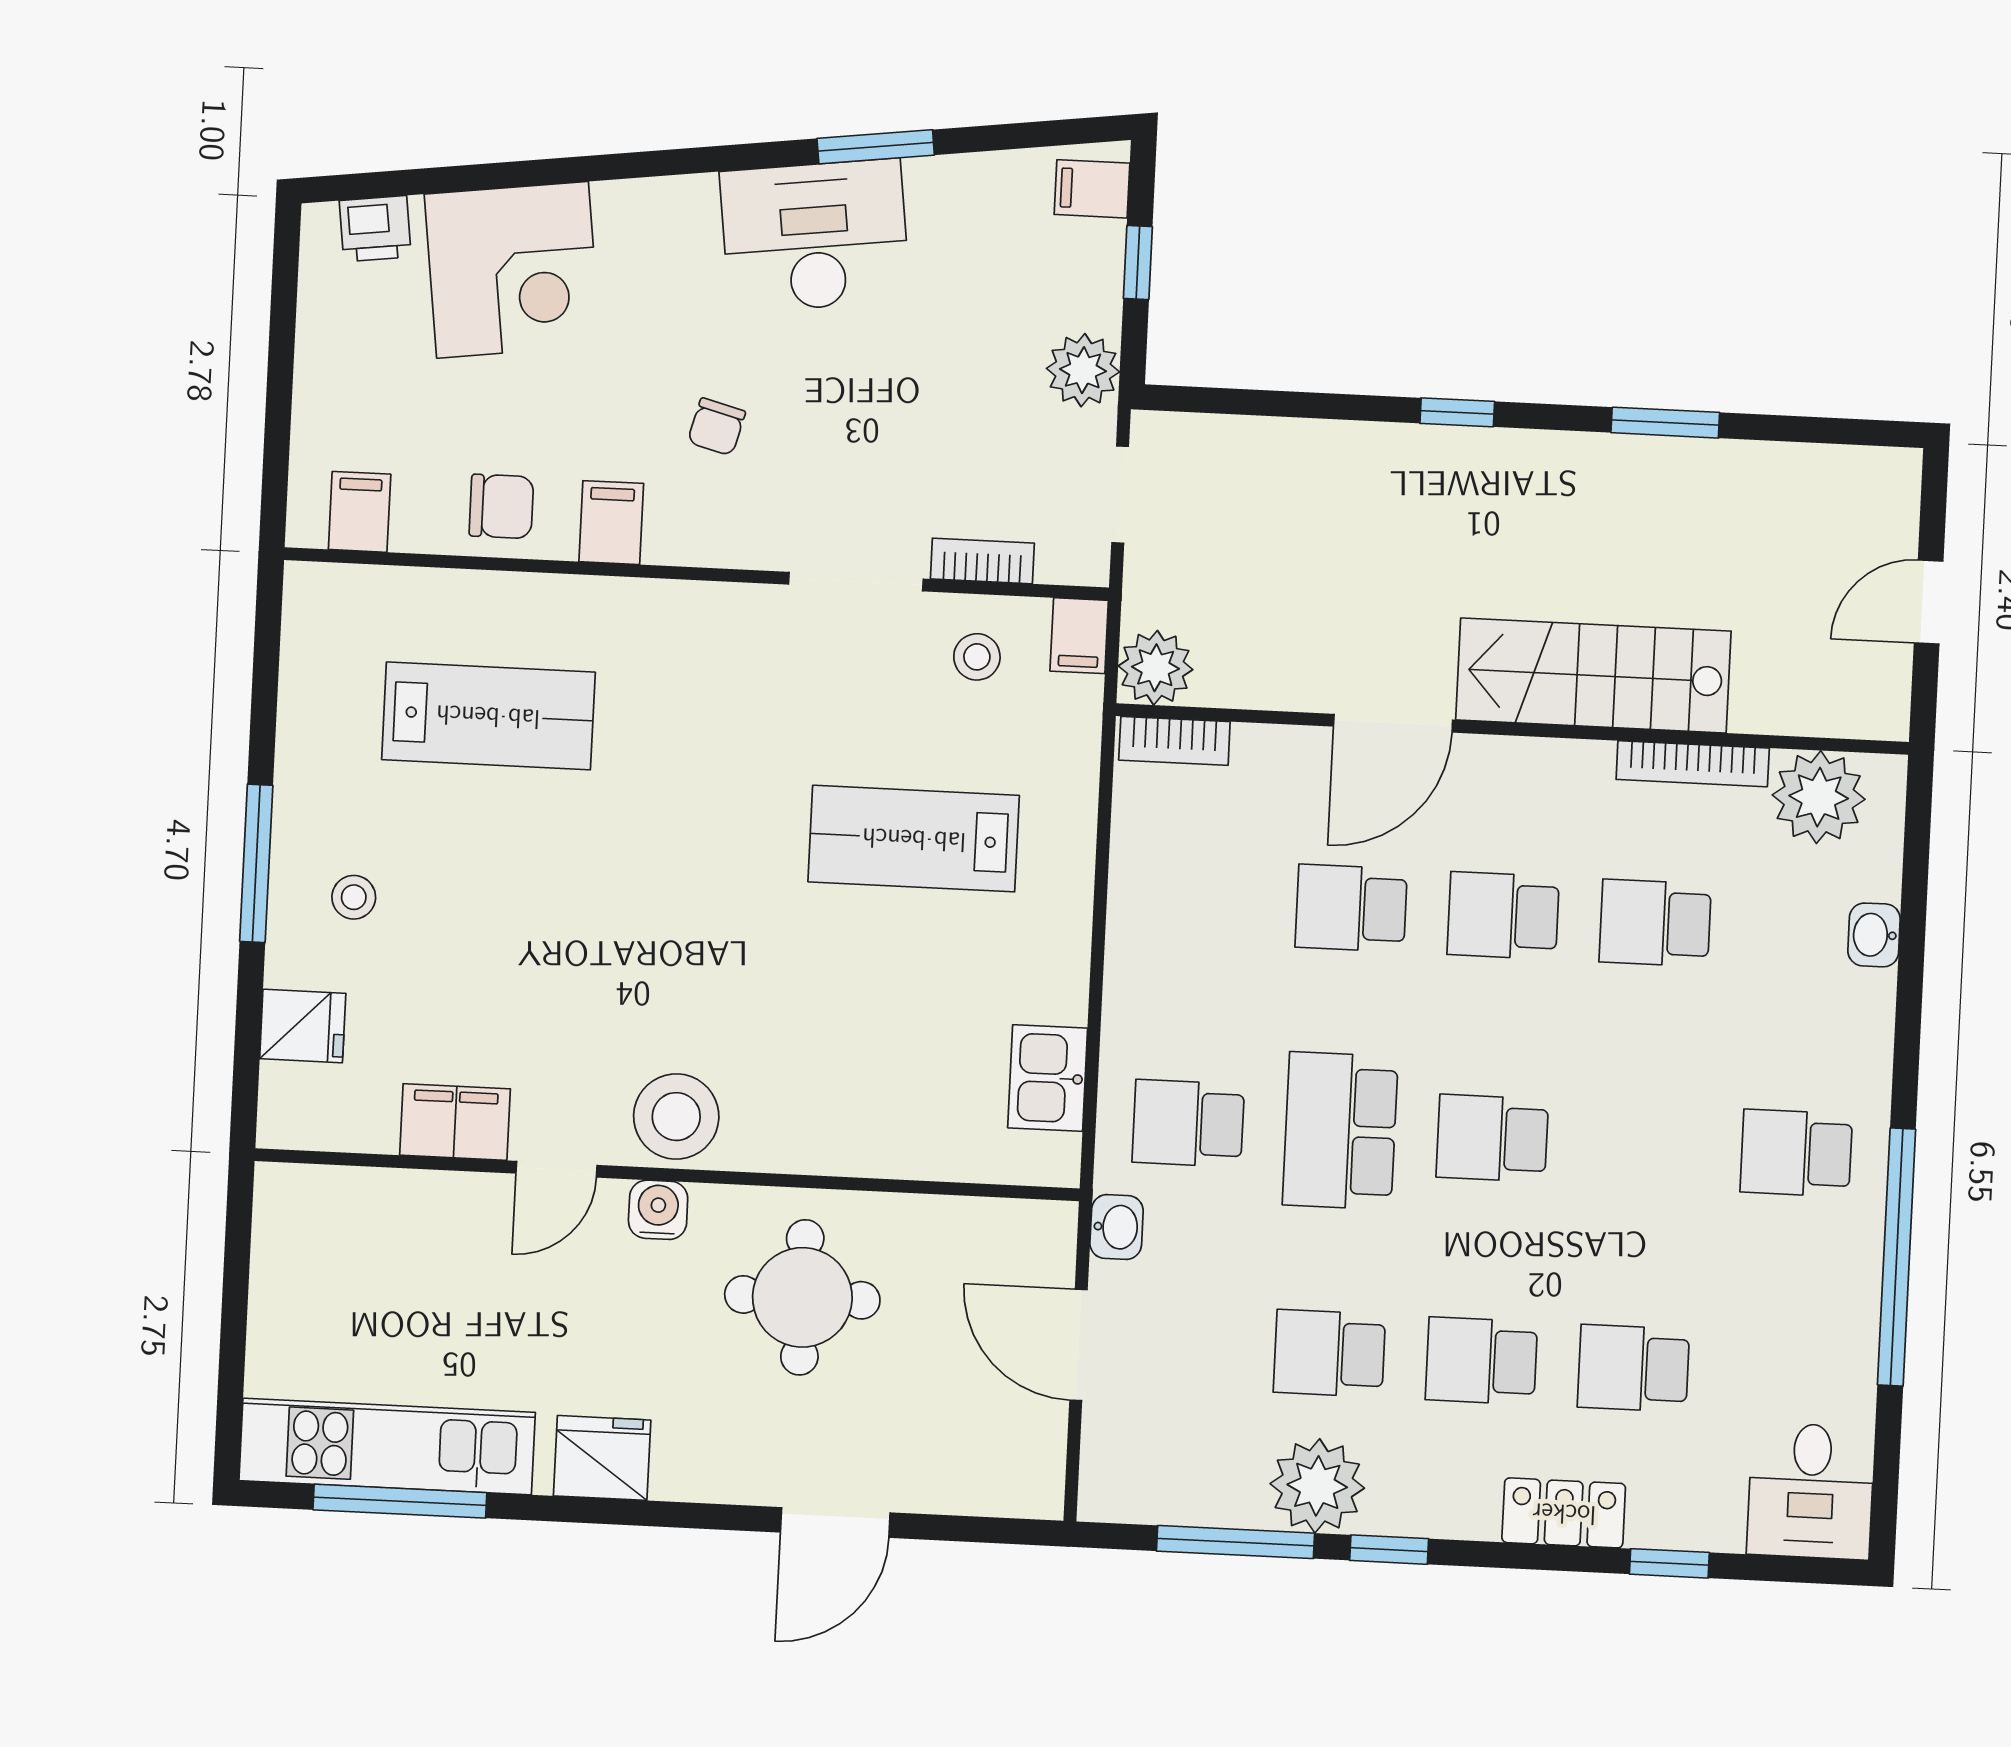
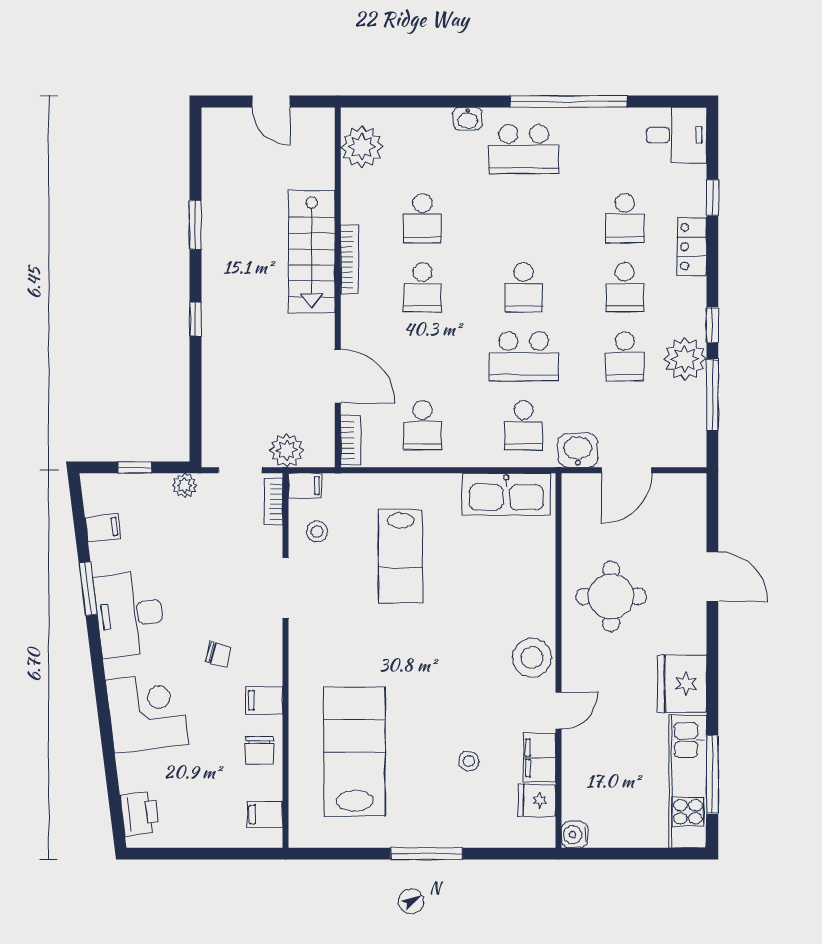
filing cabinet: (1092, 189) -> (103, 528), moved, turned -97
printer: (375, 229) -> (140, 813), width x1.36, depth x1.24
corner desk: (512, 270) -> (147, 712), moved
plant: (1083, 370) -> (185, 485), width x0.73, depth x0.73
chair: (501, 506) -> (259, 750), turned 180
bookcase: (982, 561) -> (273, 502), moved
plant: (1156, 668) -> (287, 450), moved
lab bench: (488, 716) -> (355, 752), width x1.36, depth x1.39
door: (1393, 723) -> (338, 376), moved
bookcase: (1693, 764) -> (350, 259), moved
stool: (354, 897) -> (469, 761), moved
school desk: (1351, 908) -> (423, 425), moved
washbasin: (1874, 935) -> (468, 119), moved
fridge: (303, 1026) -> (537, 800), moved, turned -90
kitchen sink: (1048, 1078) -> (506, 494), width x1.87, depth x1.24
school desk: (1796, 1153) -> (524, 149), width x1.85
door: (556, 1169) -> (559, 711), hinge flipped
water cooler: (658, 1210) -> (575, 835), moved
washbasin: (1117, 1227) -> (578, 450), width x1.38, depth x1.45
fridge: (602, 1458) -> (682, 684), width x1.36, depth x1.34

